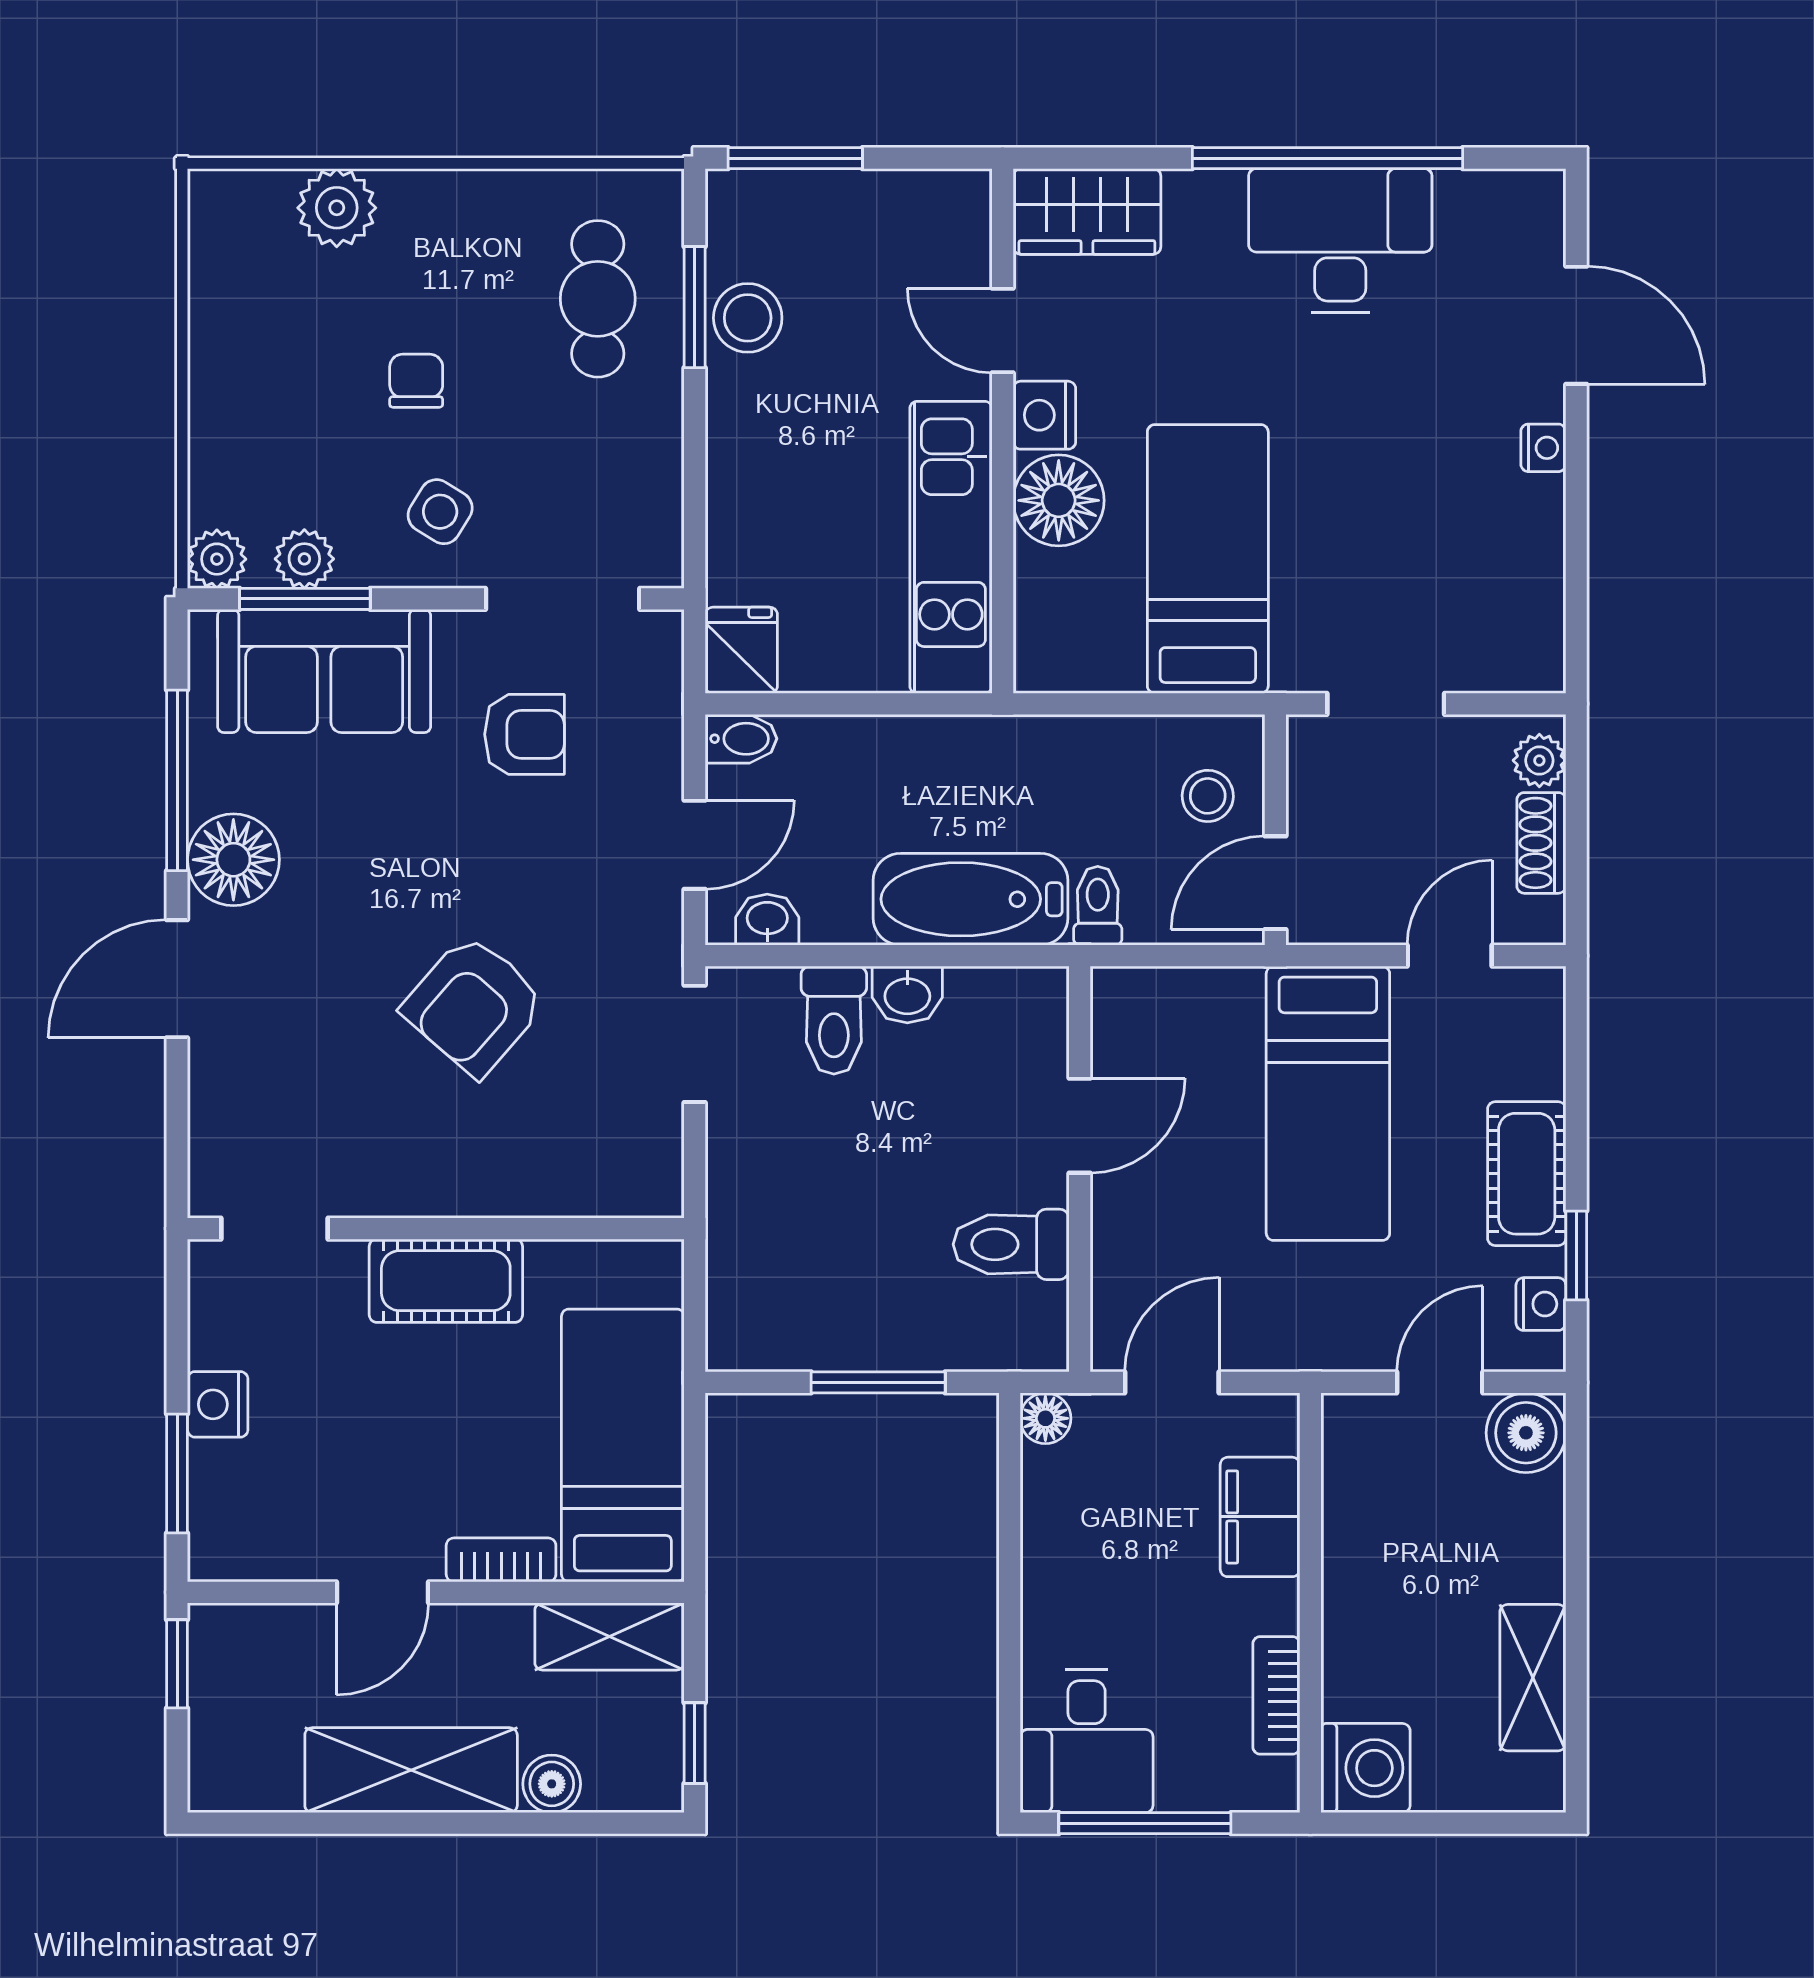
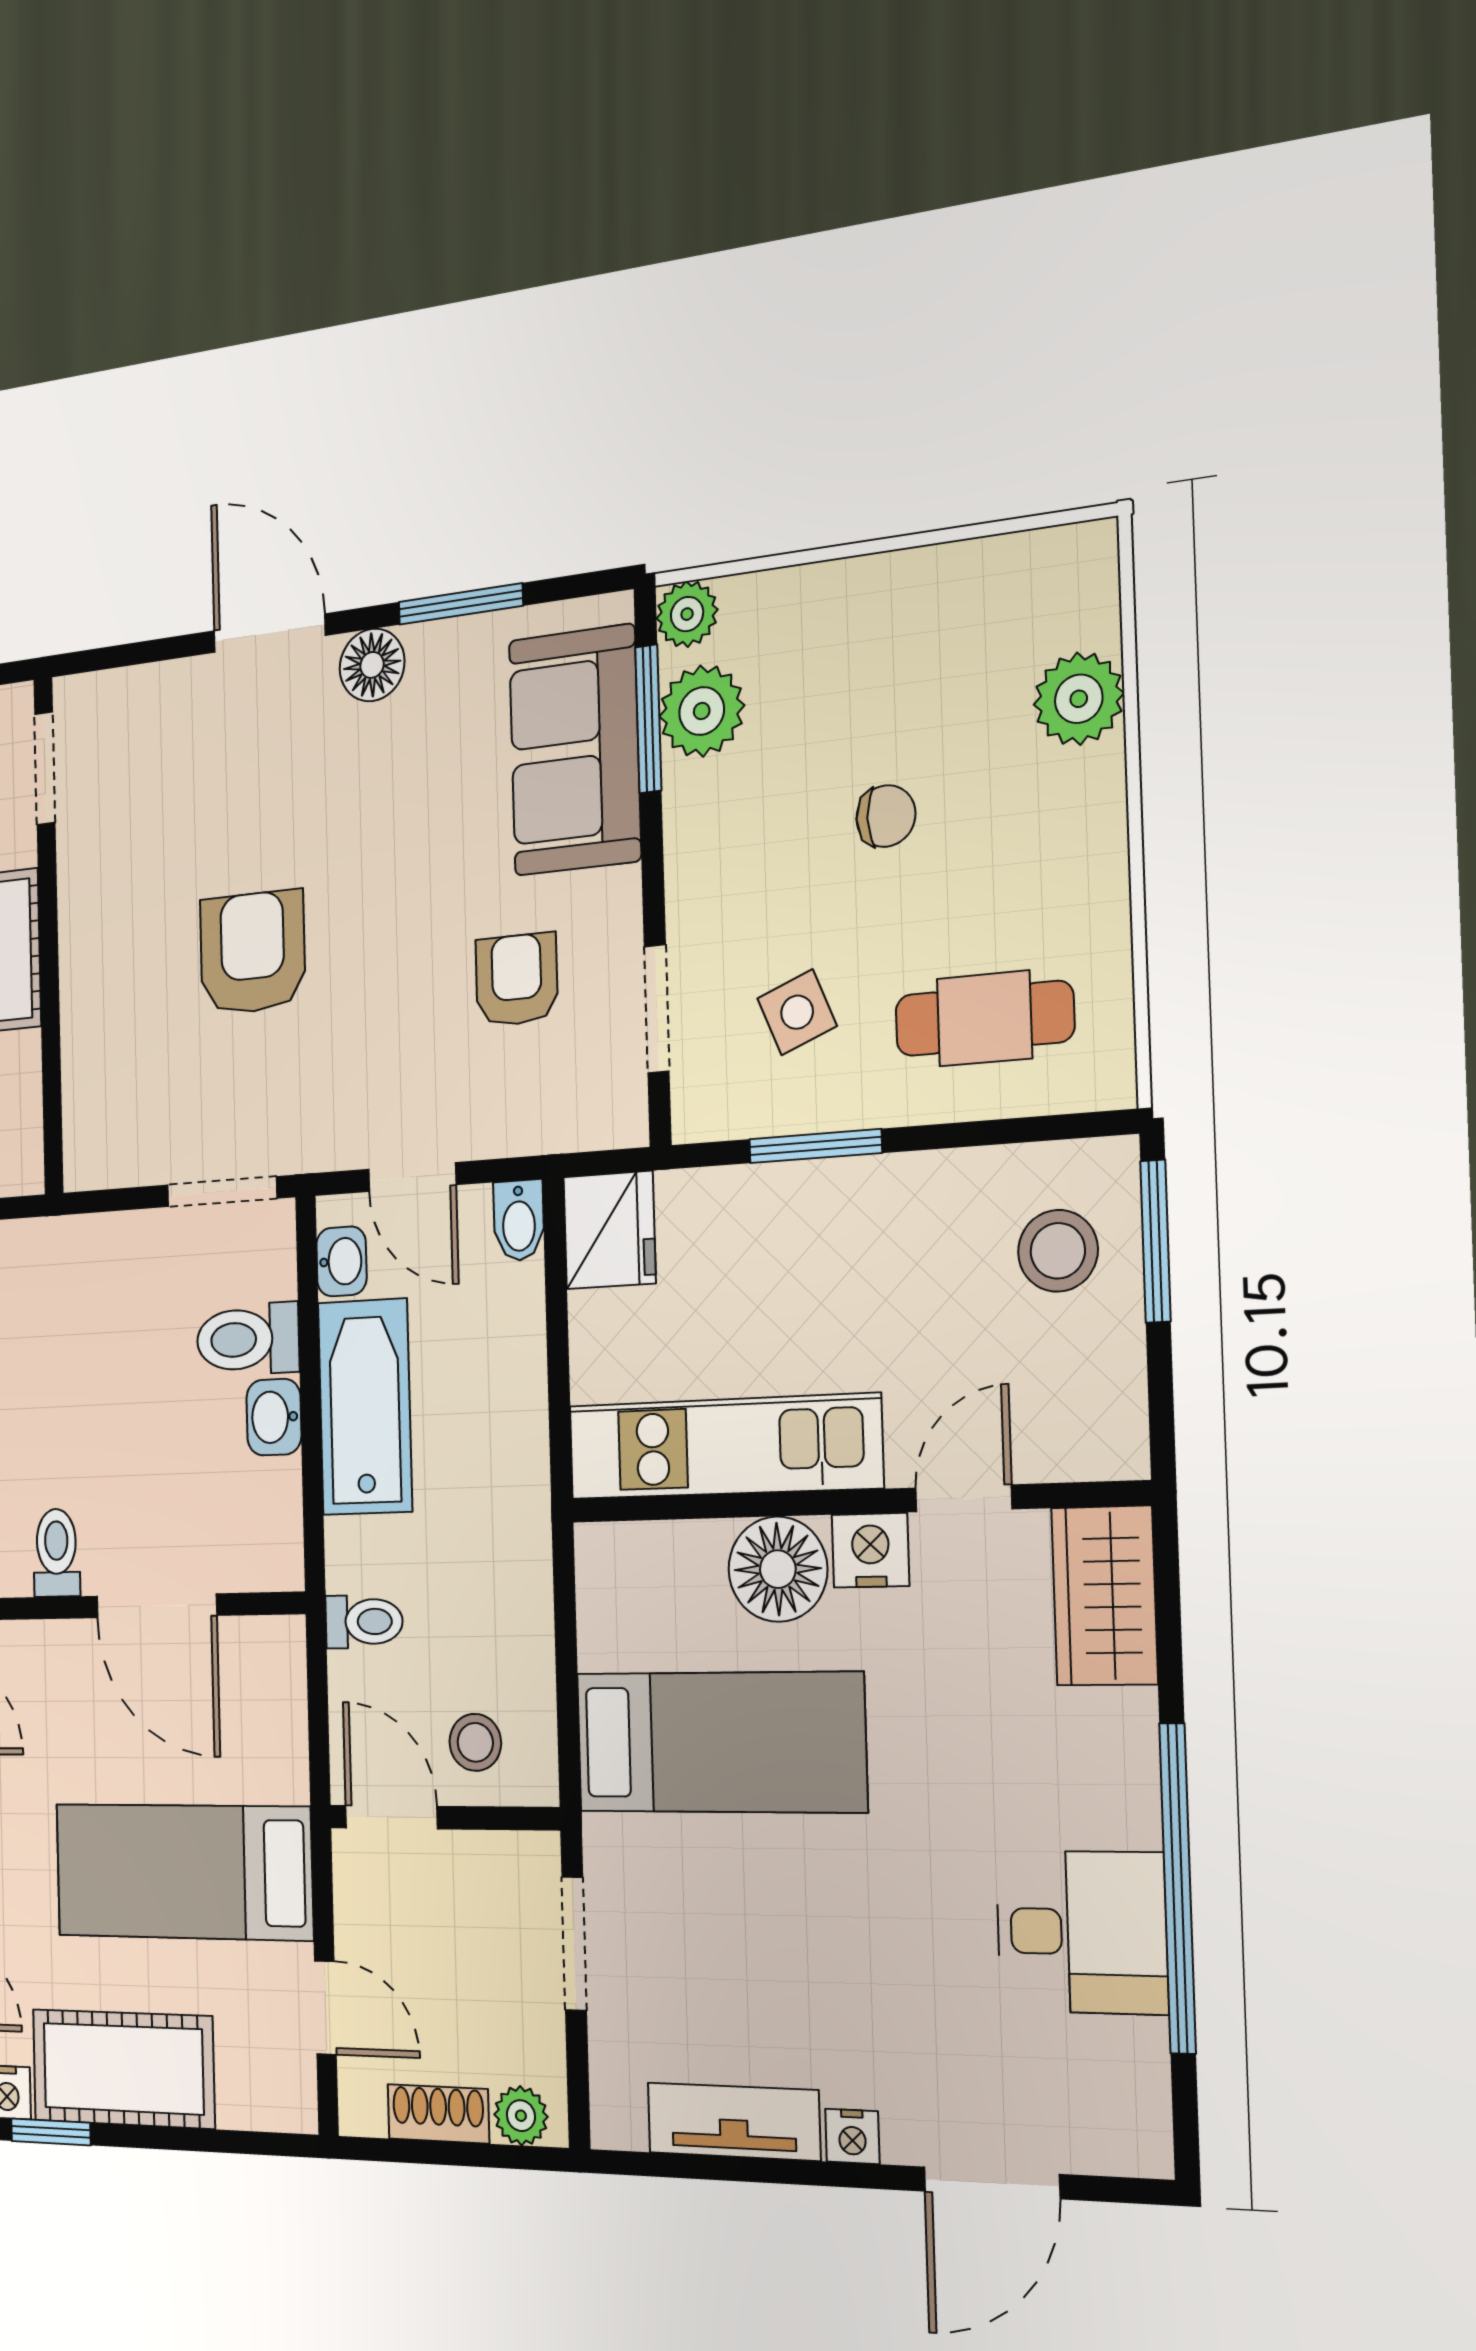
desk: (1340, 241) -> (1081, 1932), width x0.73
window: (695, 307) -> (815, 1146), moved
stool: (748, 318) -> (1058, 1251), moved
side table: (440, 512) -> (797, 1012), moved, turned 36
tv unit: (1535, 557) -> (734, 2121), added
plant: (304, 559) -> (702, 711), width x1.38, depth x1.38
doorway: (563, 599) -> (657, 1009), width x0.73
fridge: (741, 650) -> (609, 1230), width x1.38
armchair: (524, 734) -> (517, 980), turned 180
window: (177, 780) -> (460, 604), width x0.69
floor lamp: (233, 860) -> (372, 665), width x0.73, depth x0.73
bathtub: (971, 899) -> (365, 1407), moved
armchair: (474, 1005) -> (253, 953), turned 49
door: (1080, 1126) -> (156, 1606), width x1.38
cot: (1527, 1174) -> (123, 2069), width x1.37, depth x1.34
toilet: (1011, 1244) -> (56, 1553), width x0.73, depth x0.72

